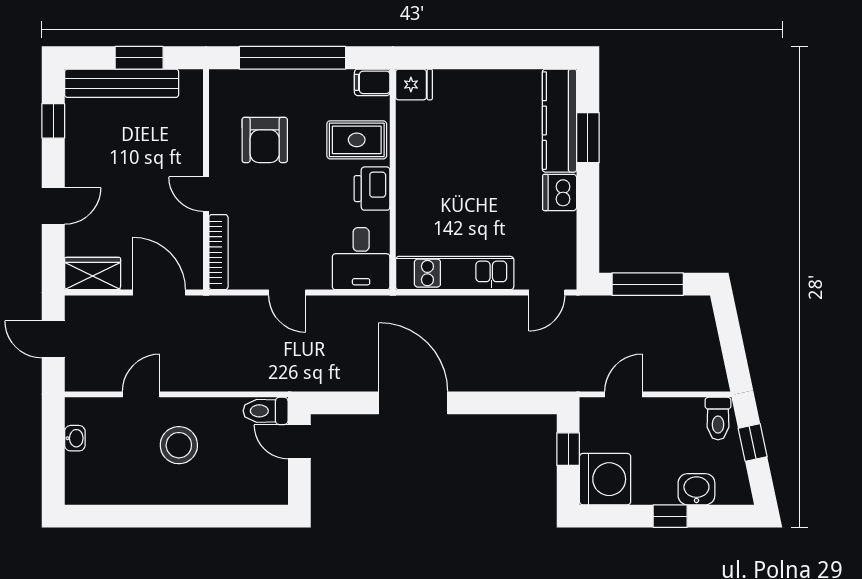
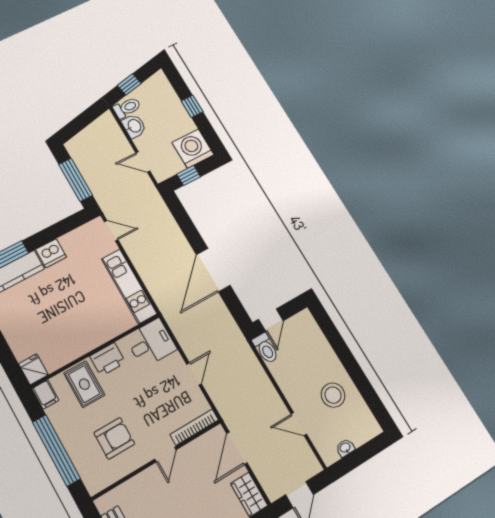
stool: (179, 445) -> (333, 395), moved
washbasin: (696, 489) -> (134, 126), moved, turned 180

